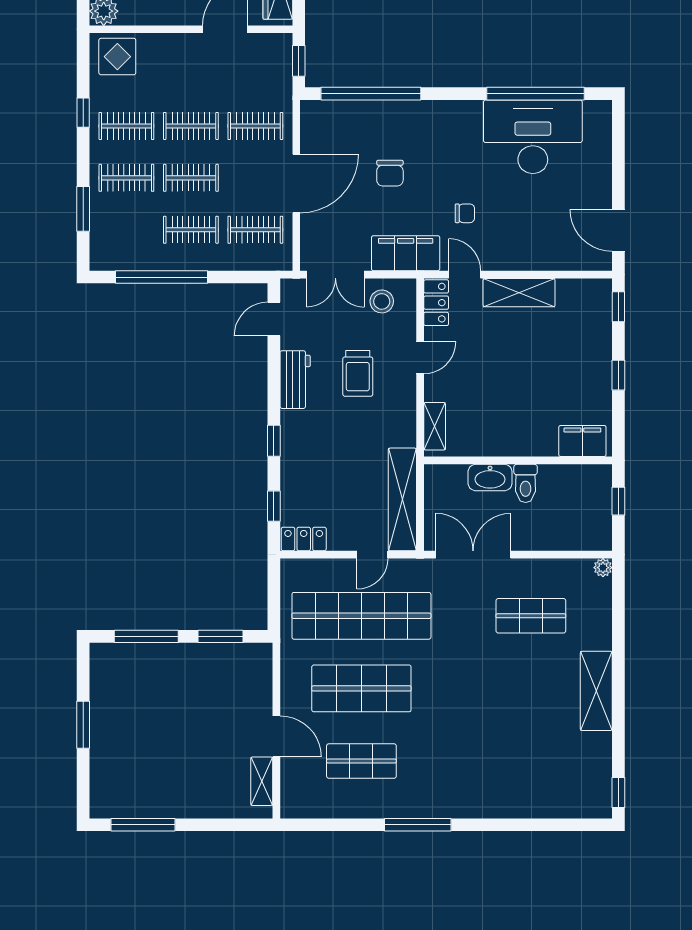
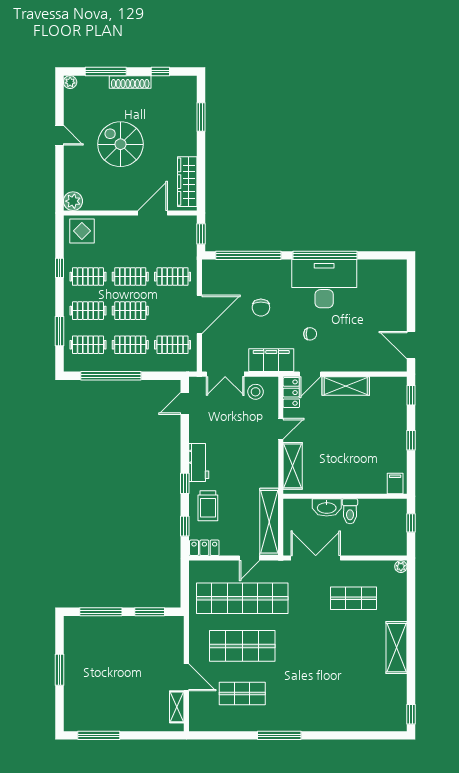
window: (535, 94) -> (325, 255), moved
desk: (533, 137) -> (324, 284), moved
clothes rail: (126, 230) -> (88, 345), added
door: (465, 275) -> (310, 374), swing flipped
trolley: (358, 373) -> (208, 506), moved
workbench: (295, 380) -> (199, 463), moved
shelving: (435, 426) -> (293, 466), width x1.50, depth x1.33
filing cabinet: (582, 441) -> (395, 483), width x0.50

